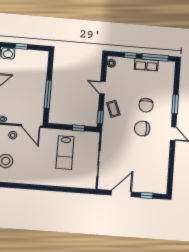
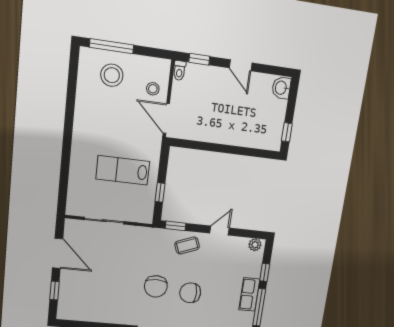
window: (21, 46) -> (287, 132), moved
window: (48, 94) -> (214, 147), removed
door: (31, 126) -> (166, 119), hinge flipped
chair: (142, 128) -> (156, 286), turned 180

